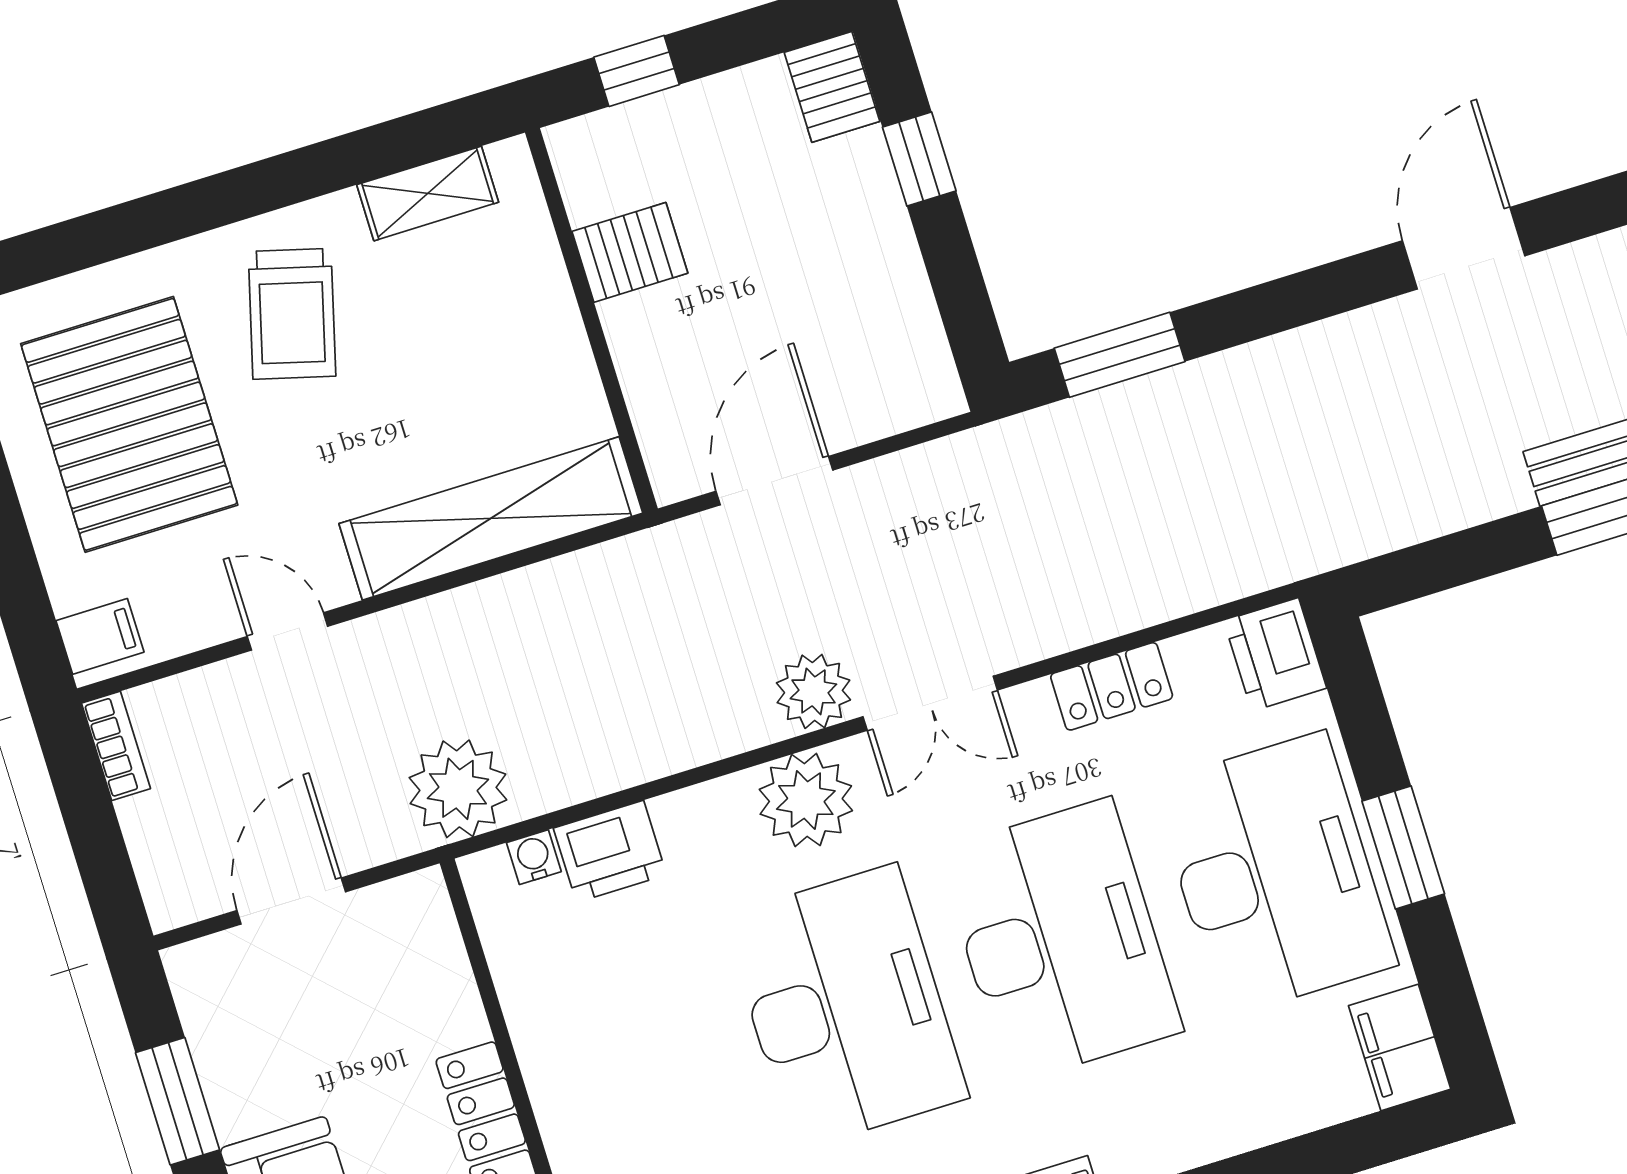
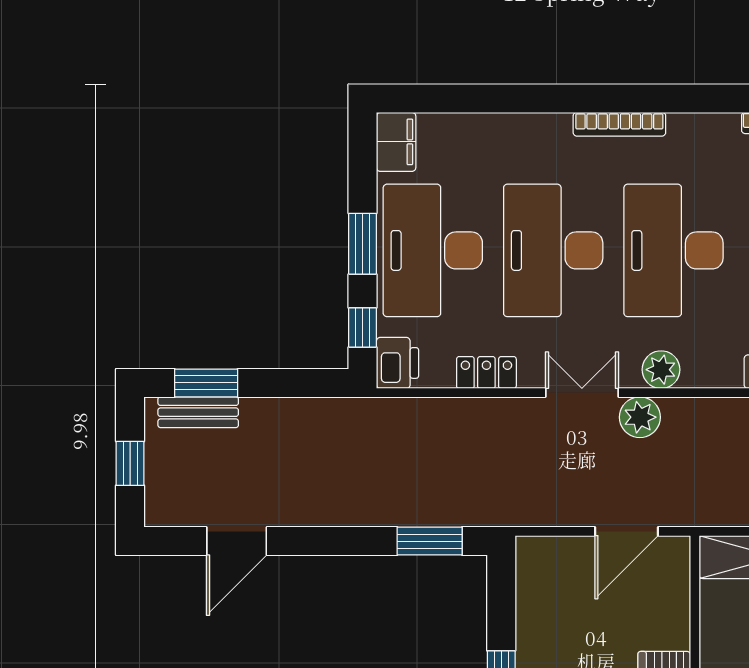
window: (1357, 698) -> (363, 327), added
plant: (806, 800) -> (661, 370), width x0.73, depth x0.73

